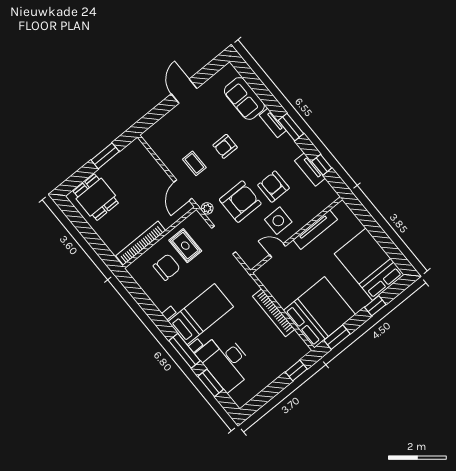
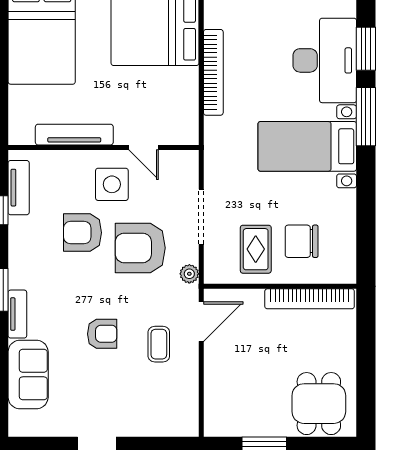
tv unit: (310, 170) -> (19, 188), moved
armchair: (273, 187) -> (83, 233), turned 90

